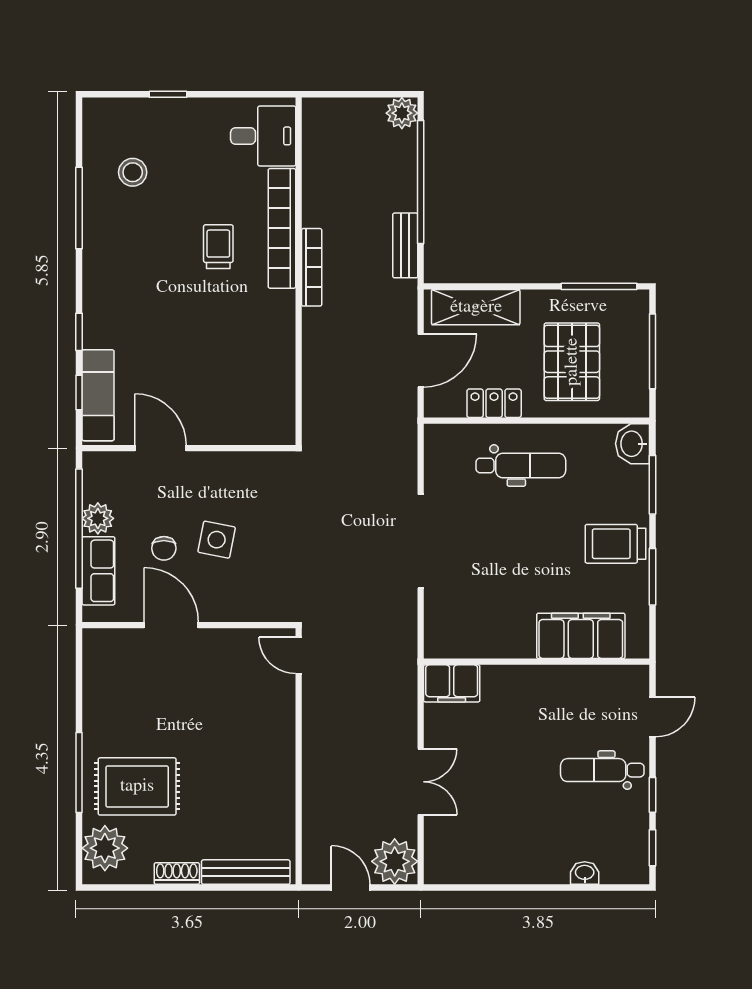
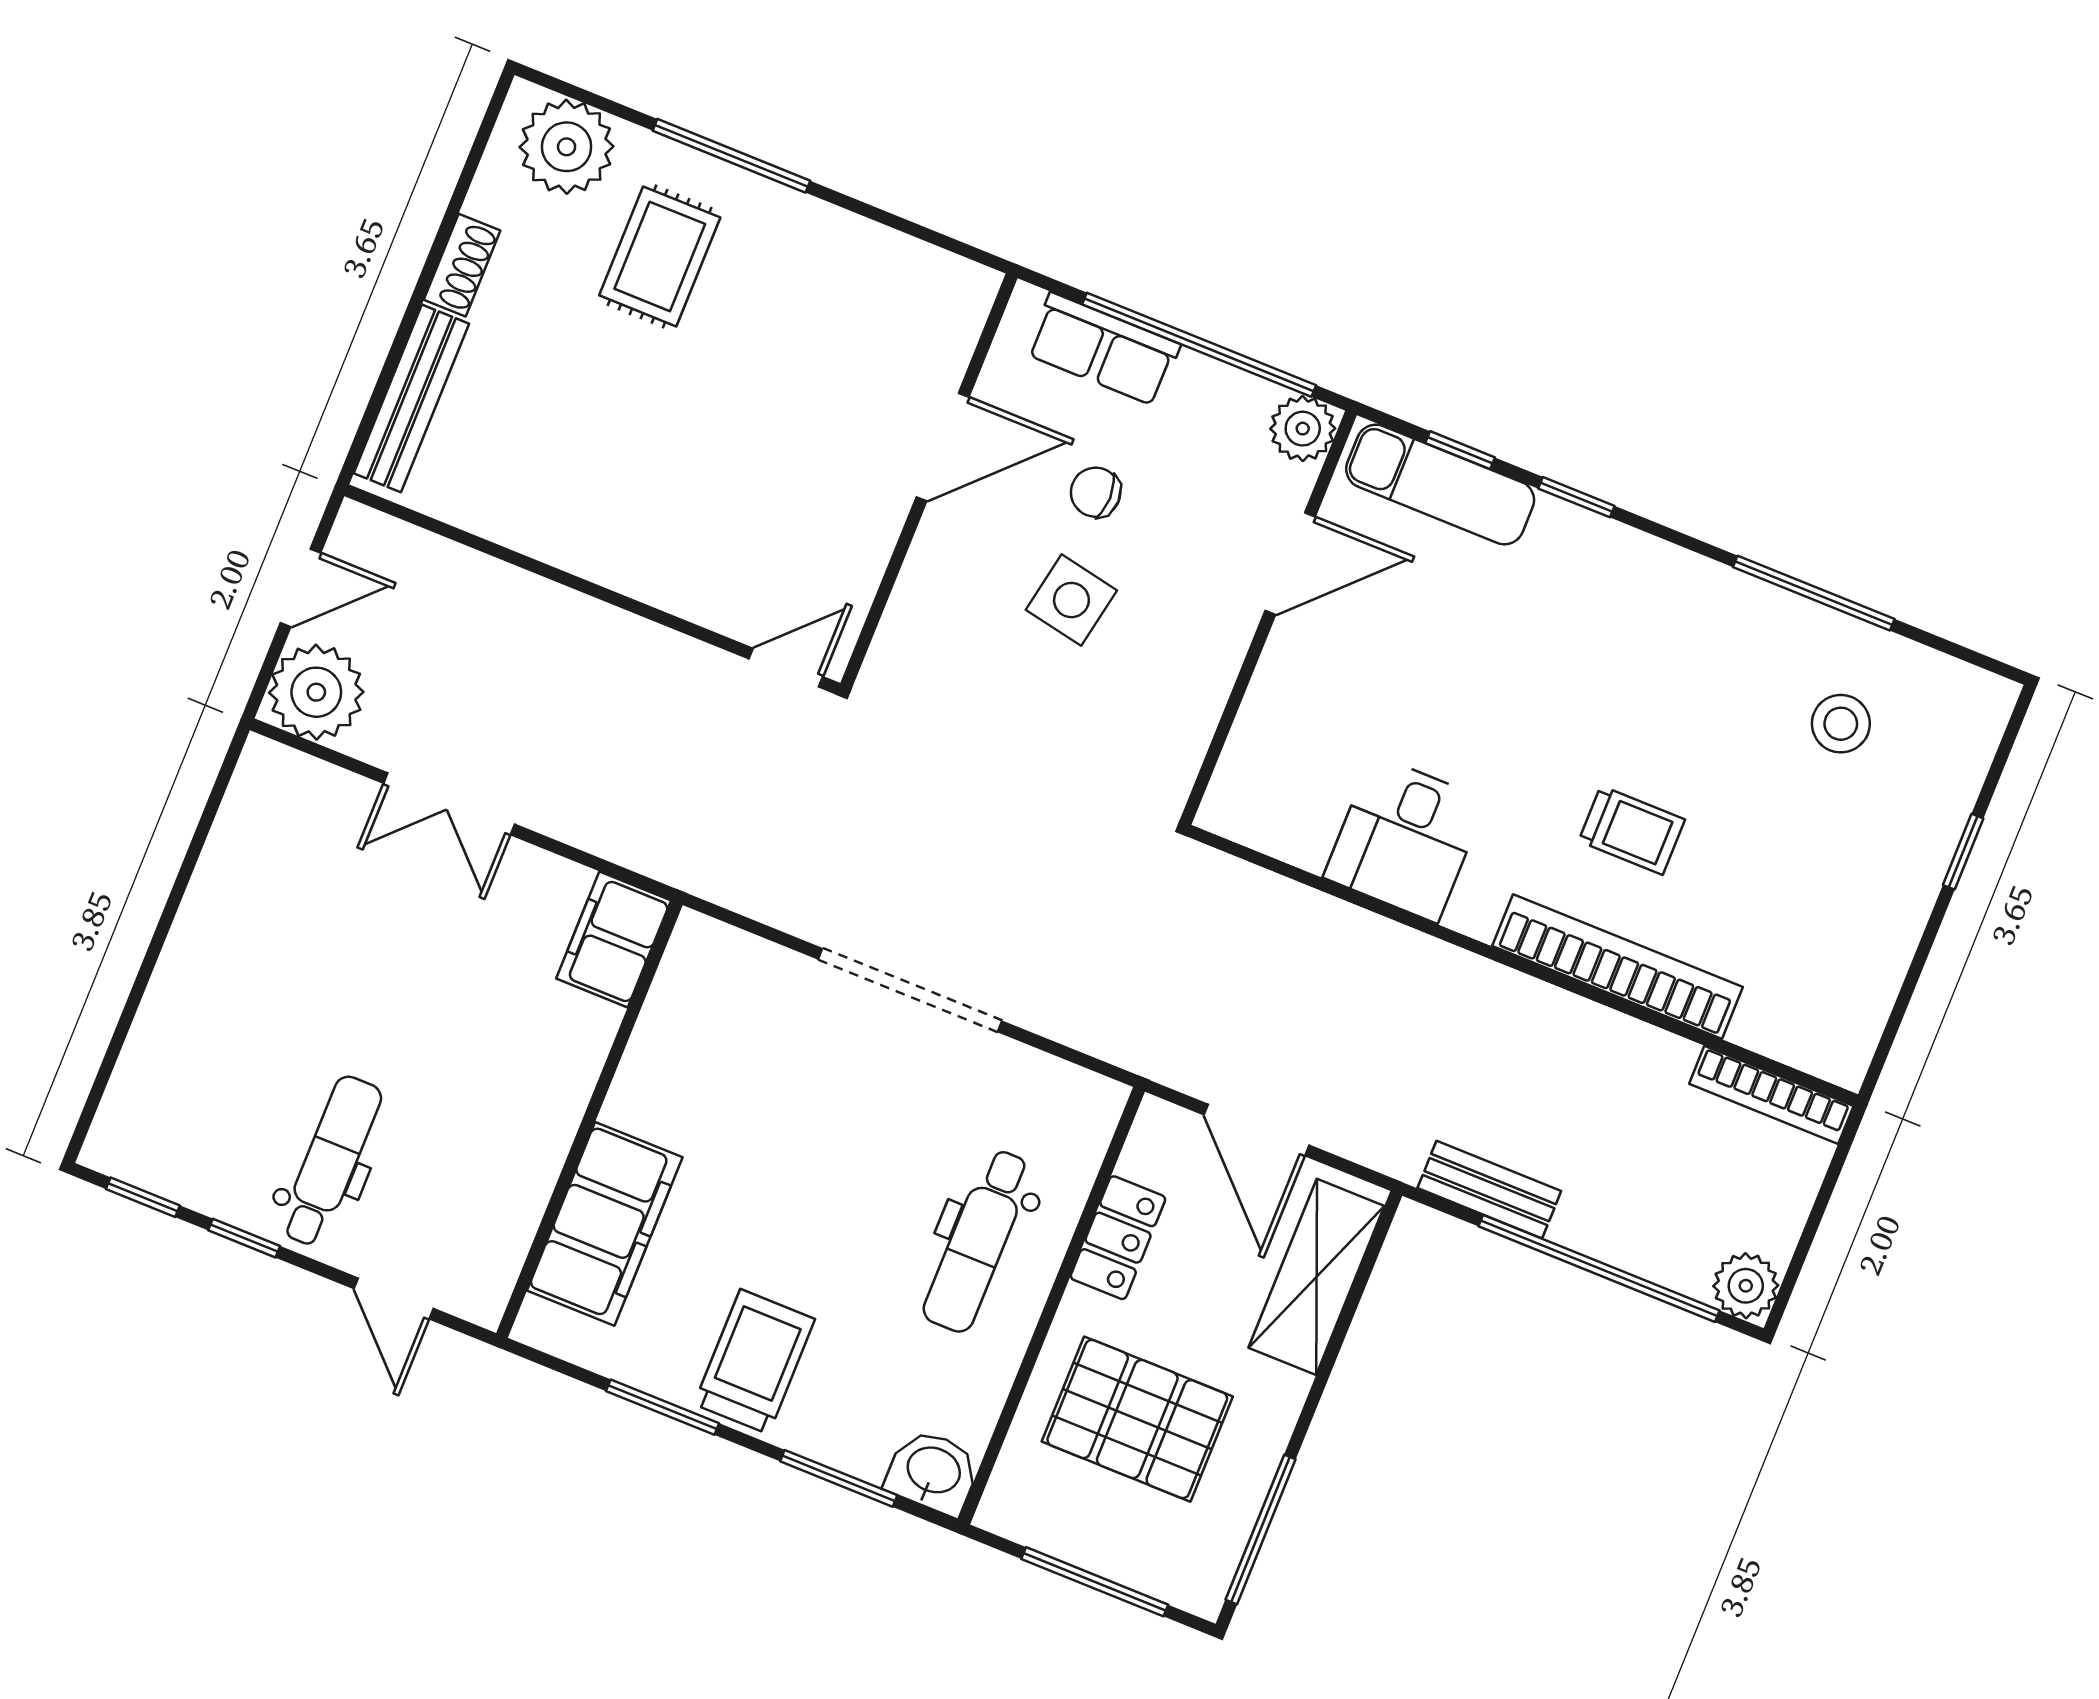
desk: (263, 136) -> (1405, 839), moved
bookcase: (312, 267) -> (1771, 1095), moved
plant: (98, 518) -> (1303, 429), moved
rug: (137, 786) -> (660, 256), width x0.73, depth x0.70
washbasin: (585, 873) -> (147, 1047), removed

